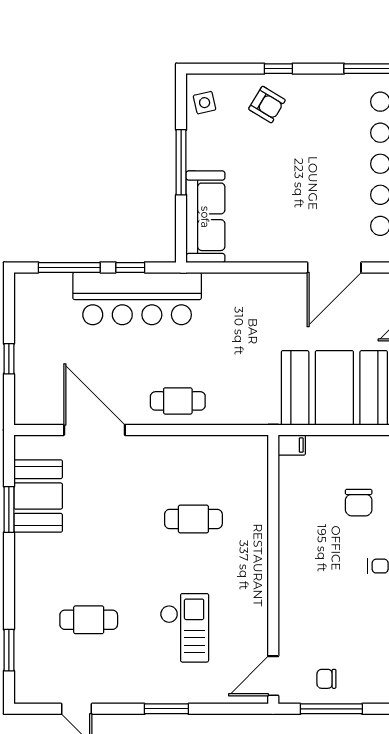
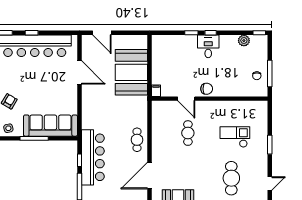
sofa: (205, 217) -> (50, 126), width x1.36, depth x1.27
chair: (359, 503) -> (207, 89), moved
cafe table: (89, 620) -> (231, 178), width x1.37, depth x1.35
door: (273, 676) -> (186, 99), moved

